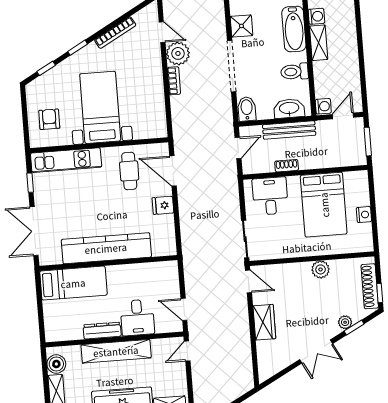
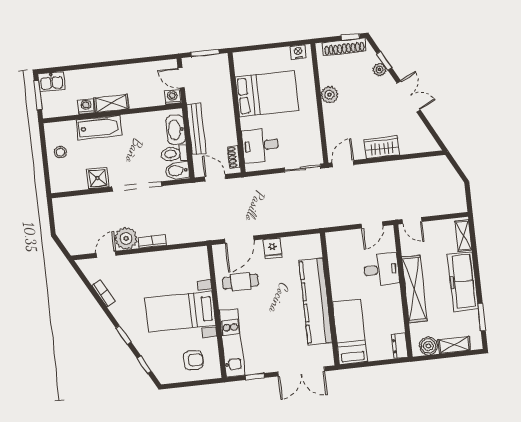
bookcase: (115, 33) -> (104, 293), width x0.64
toilet: (295, 72) -> (174, 154), moved, turned 90
armchair: (49, 119) -> (193, 360), turned 180
shoe rack: (287, 166) -> (234, 157), moved
nightstand: (364, 215) -> (298, 52), moved
dresser: (102, 331) -> (400, 346), moved, width x0.70

